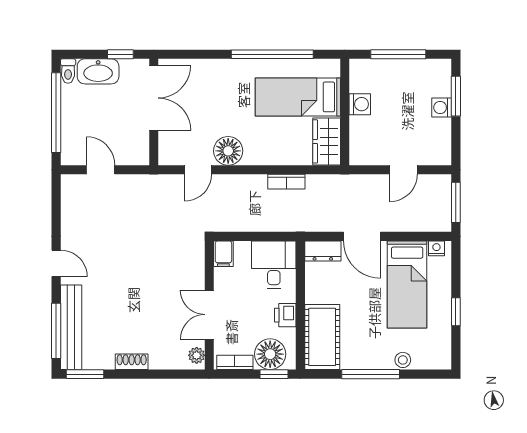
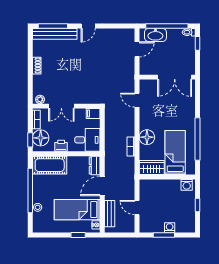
window: (120, 54) -> (197, 43), moved
window: (398, 54) -> (197, 205), width x0.46
washbasin: (98, 71) -> (155, 35), moved, turned -90
window: (456, 96) -> (164, 235), moved
washing machine: (360, 104) -> (187, 185), moved
floor lamp: (228, 151) -> (147, 137), moved
window: (456, 202) -> (120, 235), removed
bench: (415, 222) -> (110, 214), added
window: (456, 312) -> (78, 235), moved
double door: (209, 315) -> (61, 106), swing flipped
window: (85, 374) -> (30, 41), removed
window: (371, 374) -> (30, 190), width x1.46

